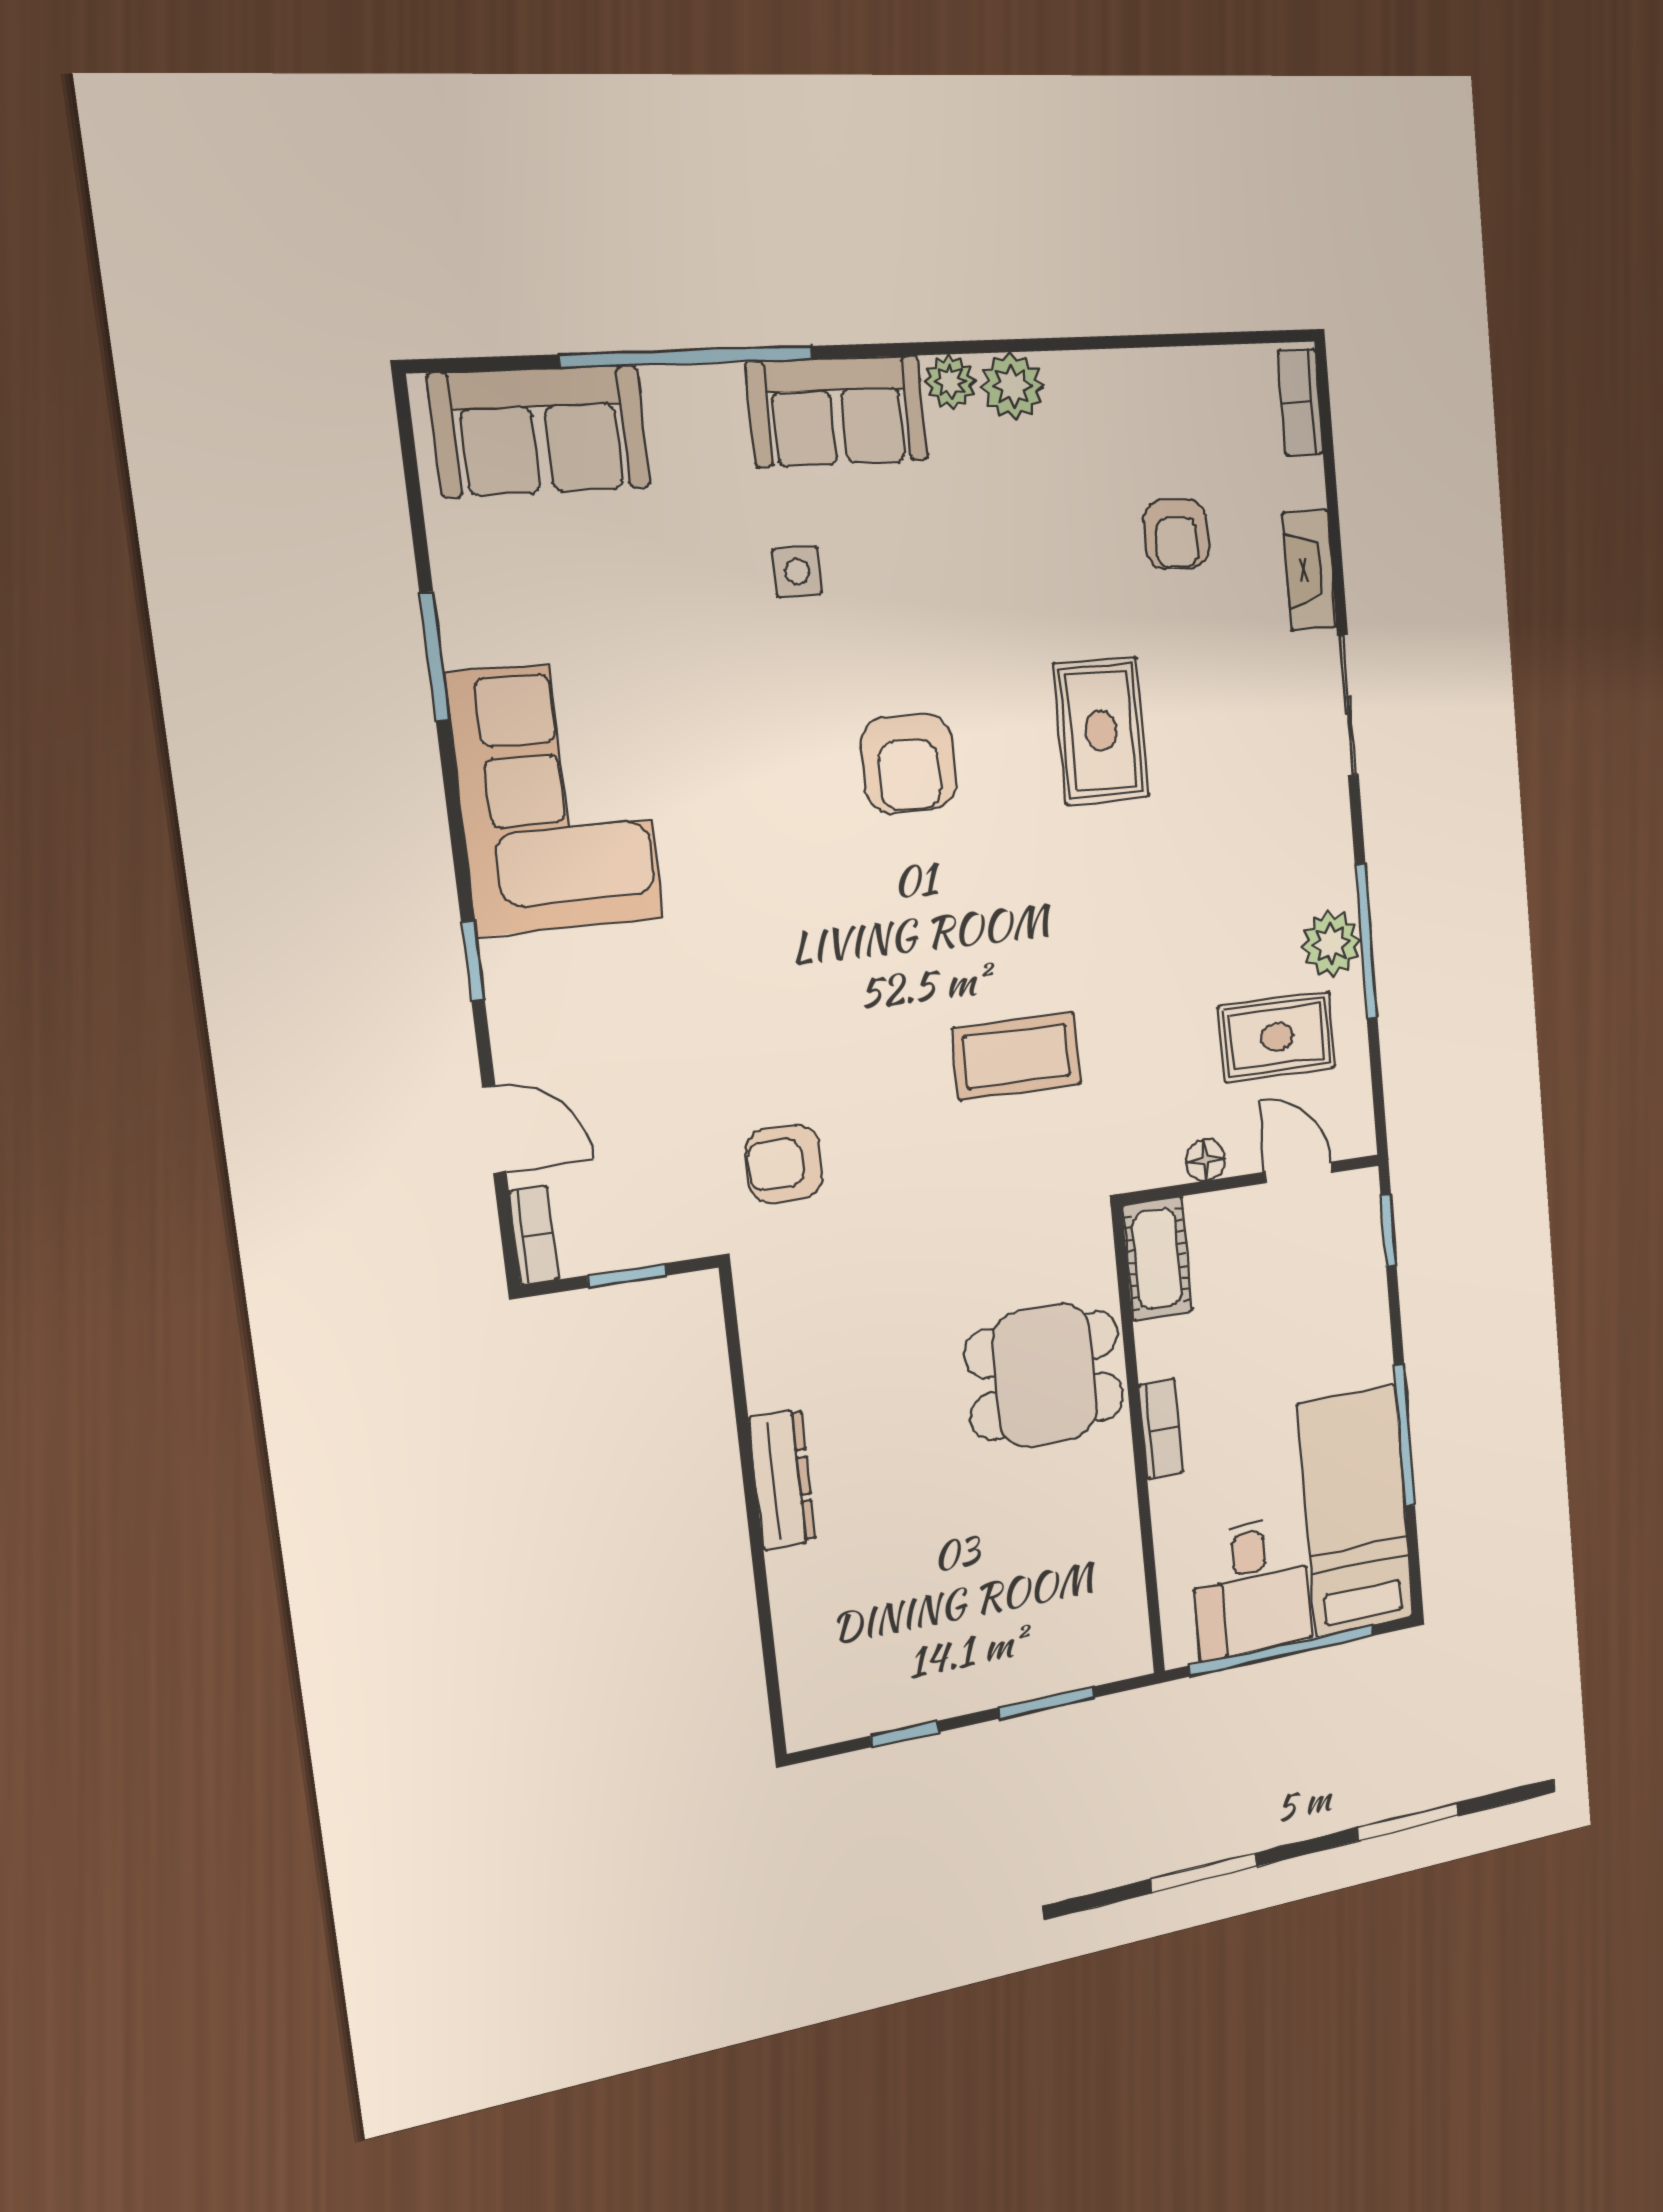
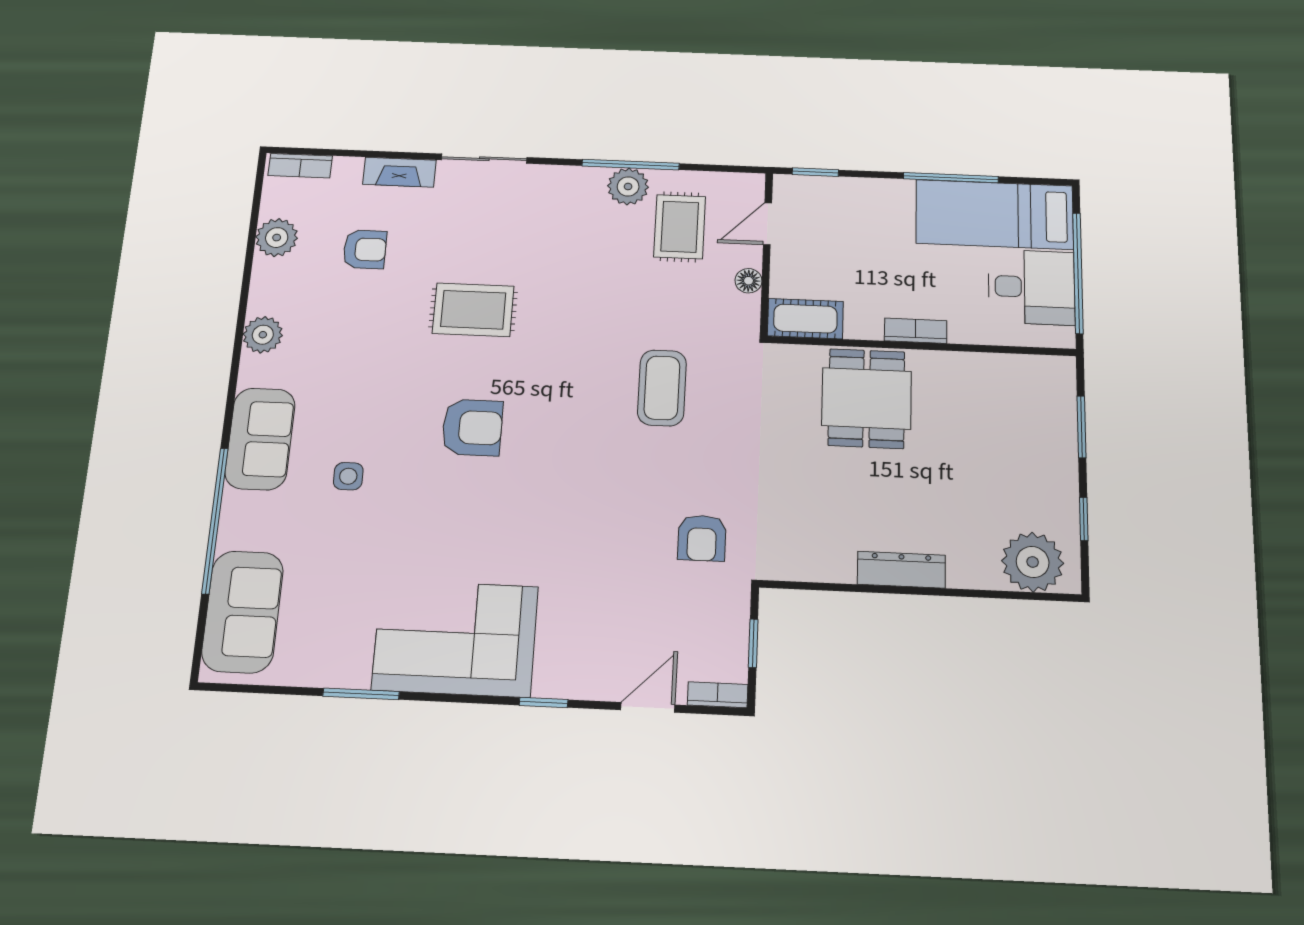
plant: (950, 381) -> (277, 238), moved, width x1.38, depth x1.38
plant: (826, 1672) -> (1033, 562), added

